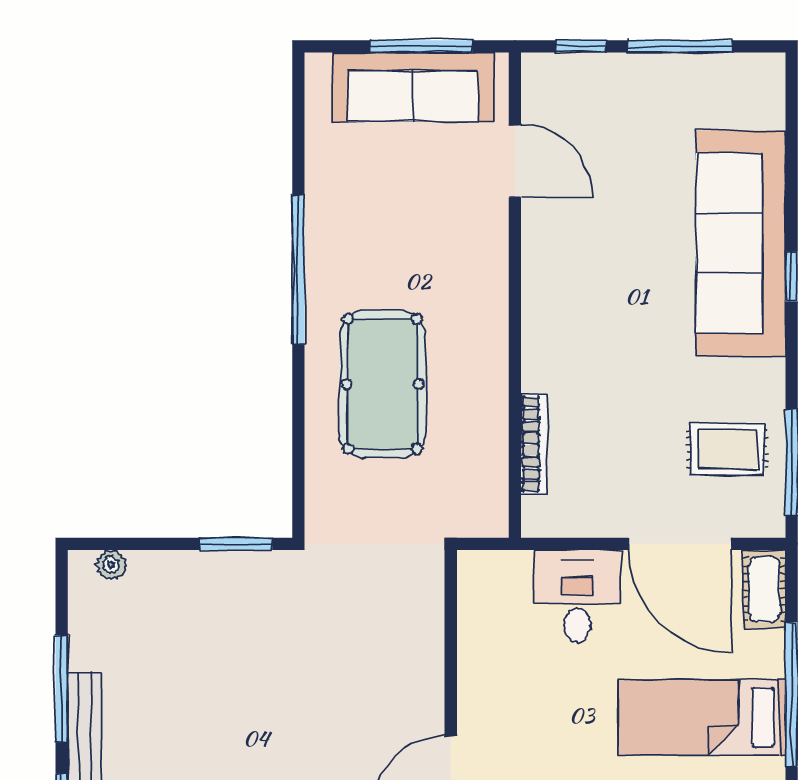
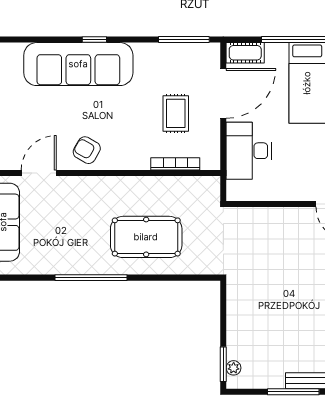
armchair: (562, 261) -> (87, 150), added
rug: (728, 449) -> (176, 113), moved
window: (236, 544) -> (223, 364), moved
desk: (577, 596) -> (249, 151), width x1.37

